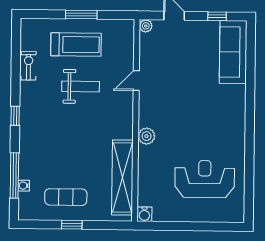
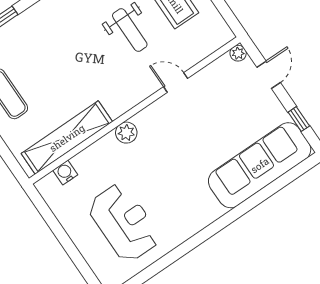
sofa: (233, 52) -> (260, 165), width x1.36, depth x1.27
water cooler: (144, 214) -> (65, 172), moved, turned 90

